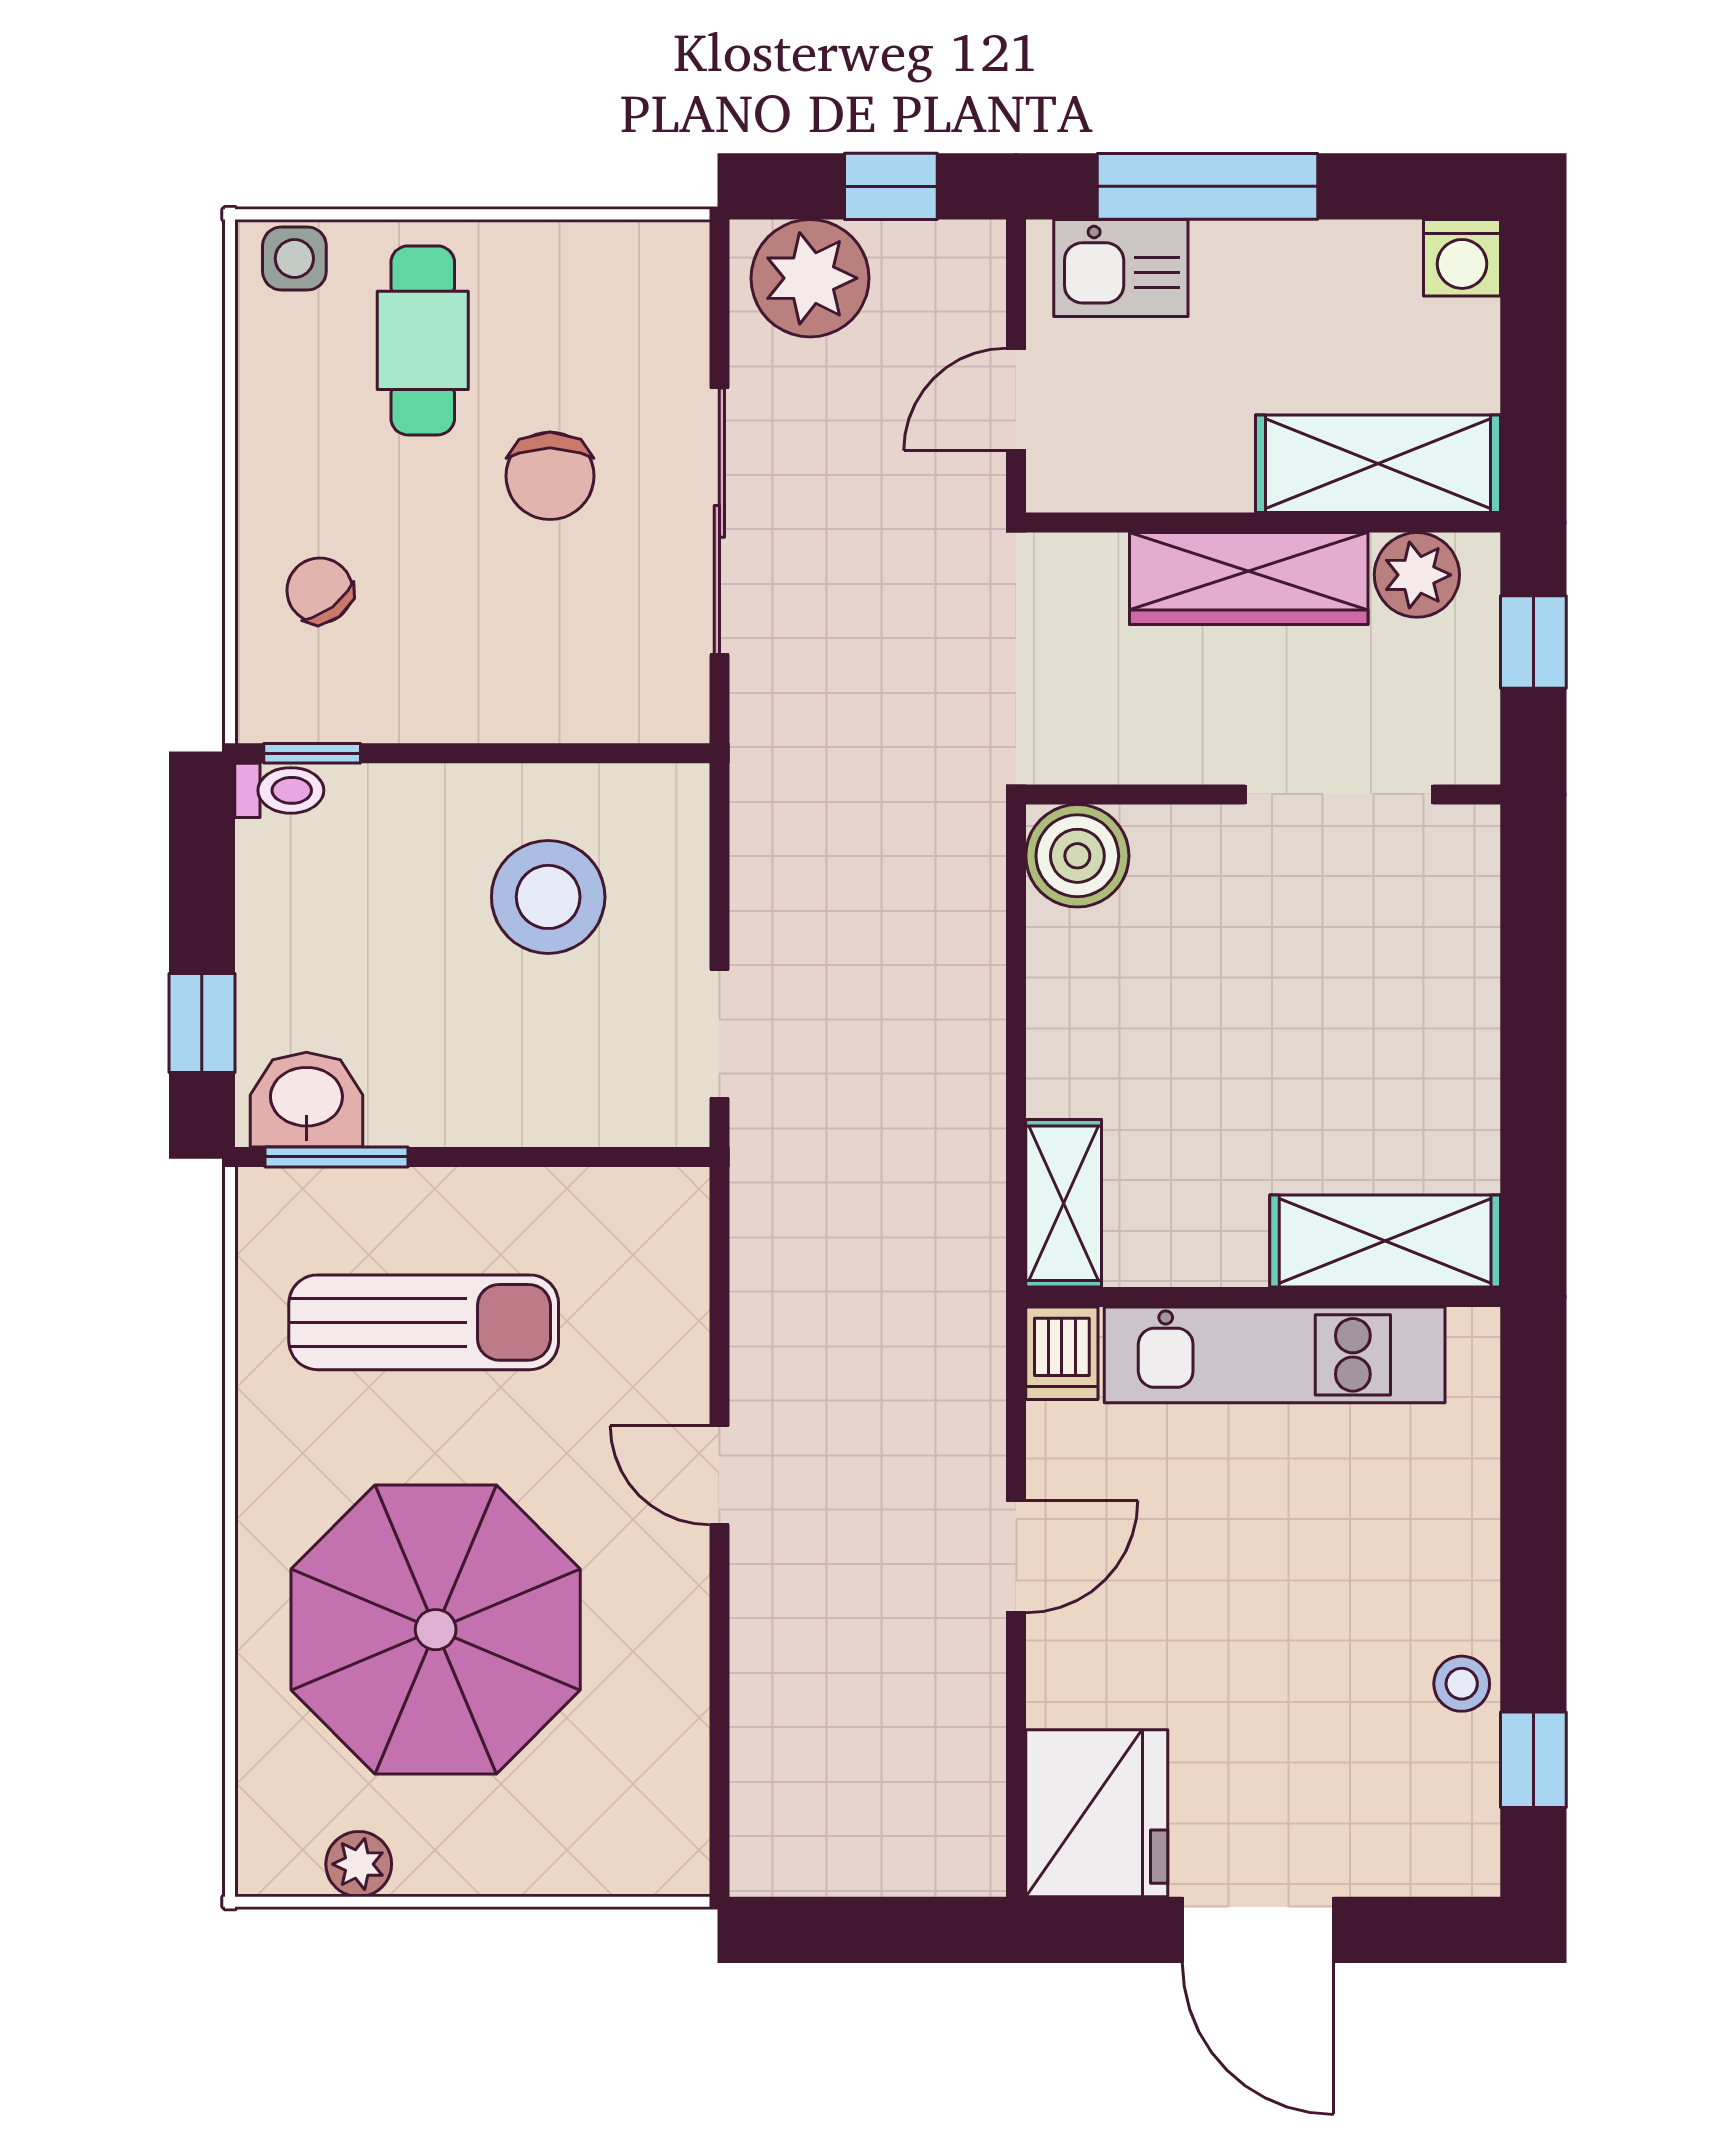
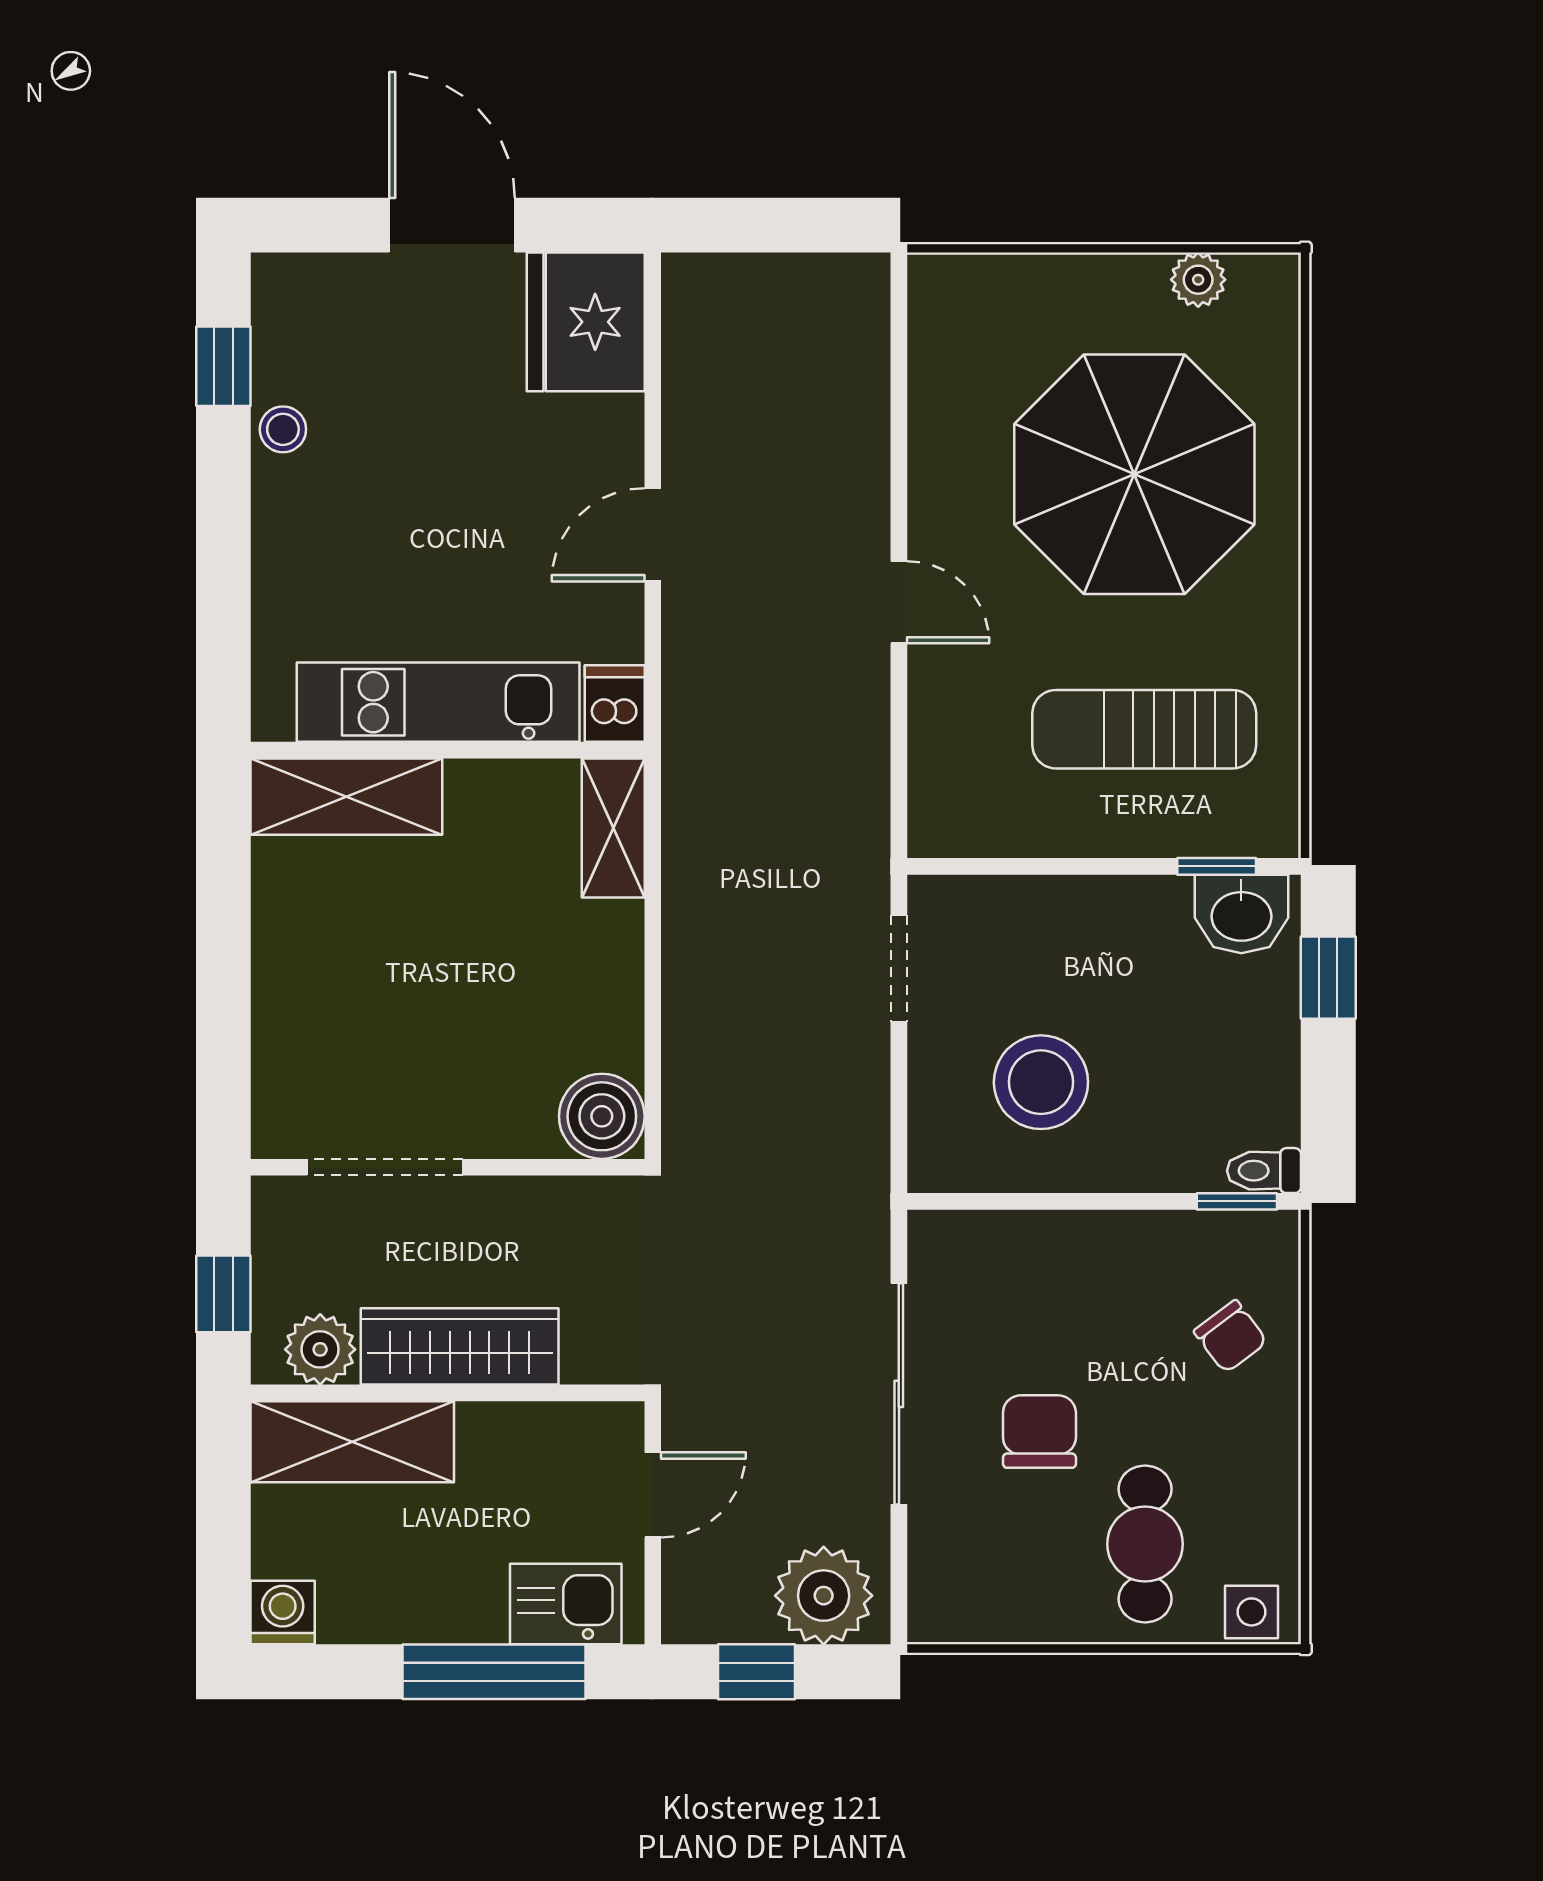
window: (336, 1157) -> (1217, 866), width x0.67

